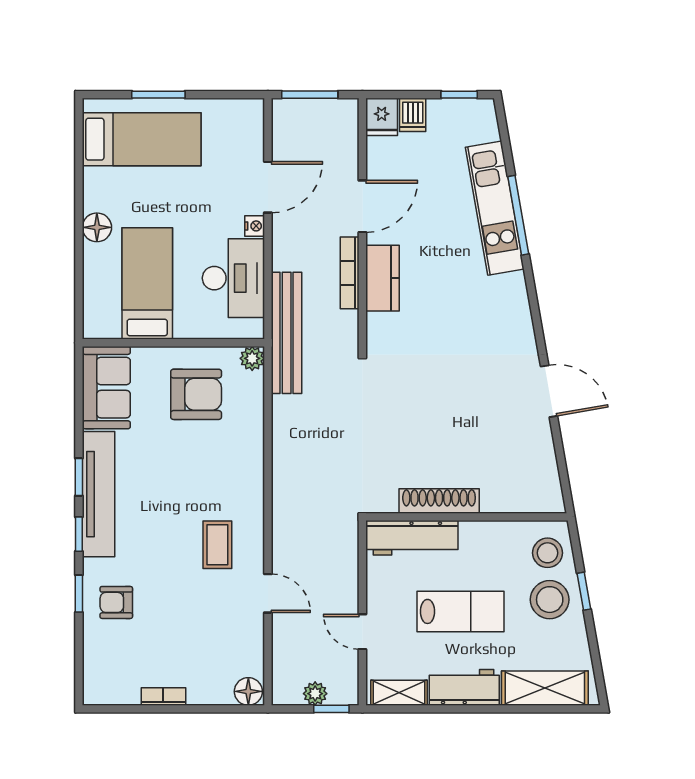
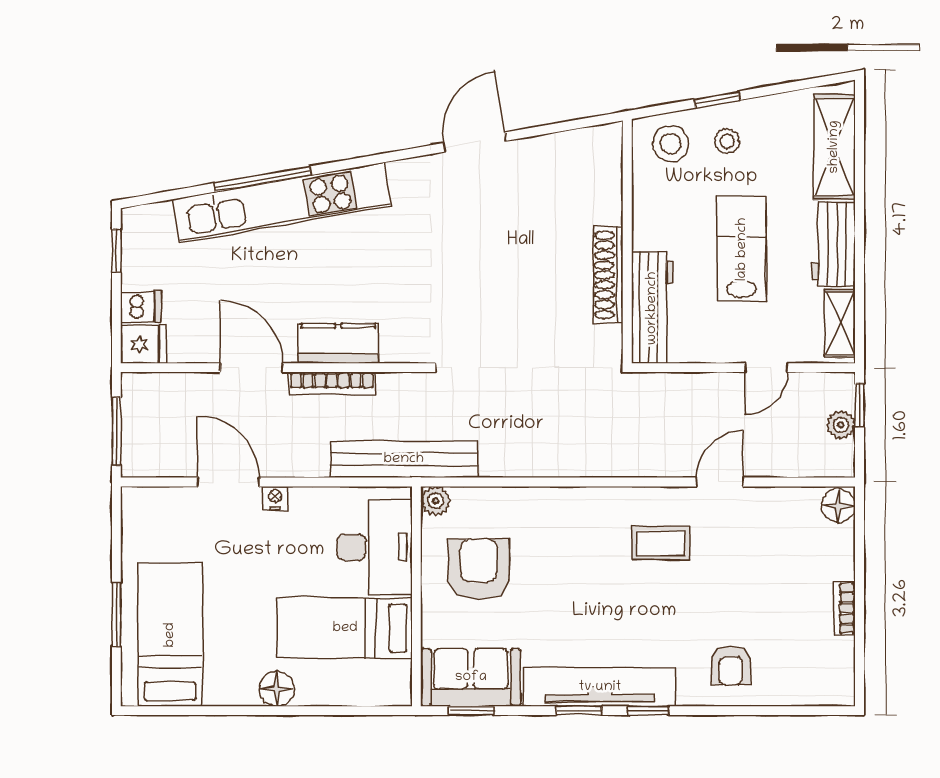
kitchen unit: (495, 208) -> (282, 203), width x1.36
desk: (233, 278) -> (375, 547), moved, turned 90
window: (79, 594) -> (472, 711), moved
stool: (550, 600) -> (727, 141), width x0.53, depth x0.53

